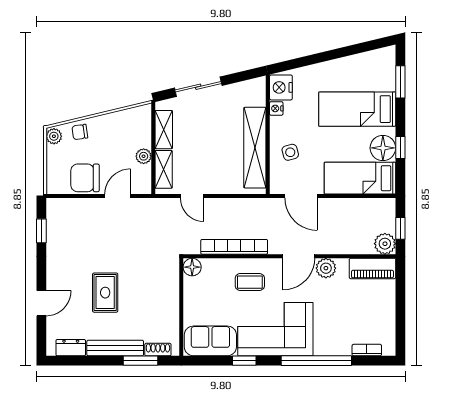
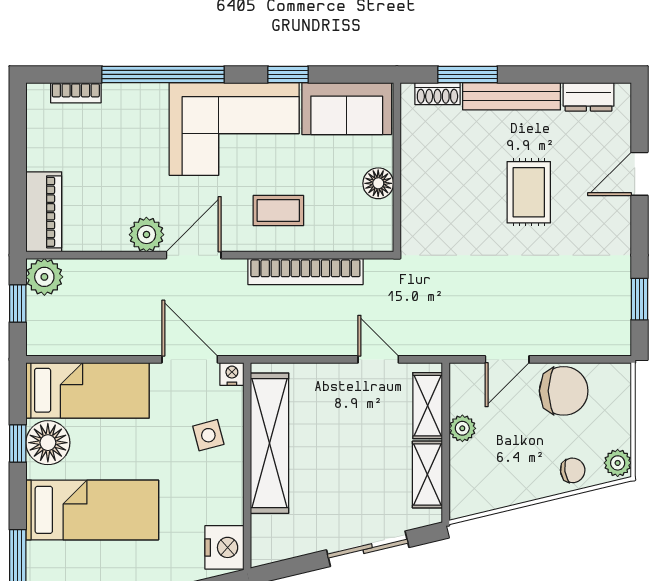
nightstand: (276, 108) -> (232, 374), moved, turned -90
floor lamp: (192, 267) -> (378, 183), moved
piano: (372, 268) -> (44, 212), moved, turned 90

